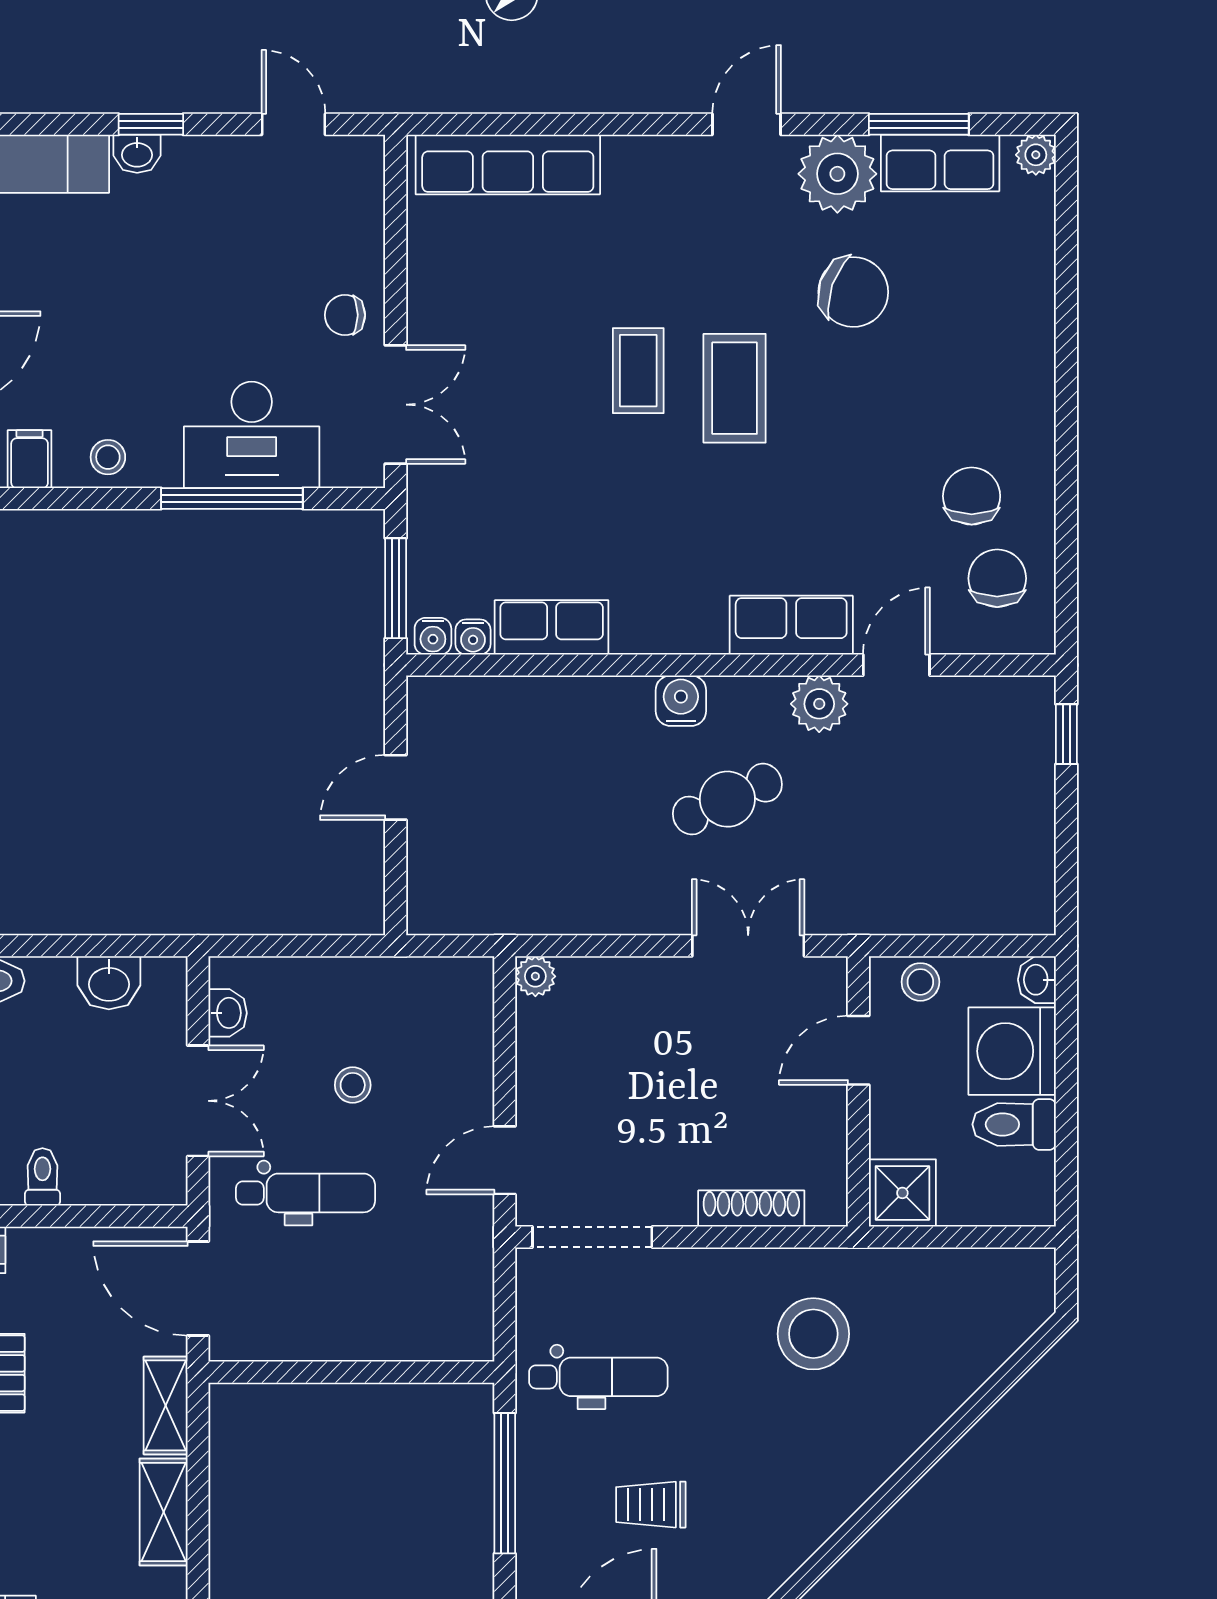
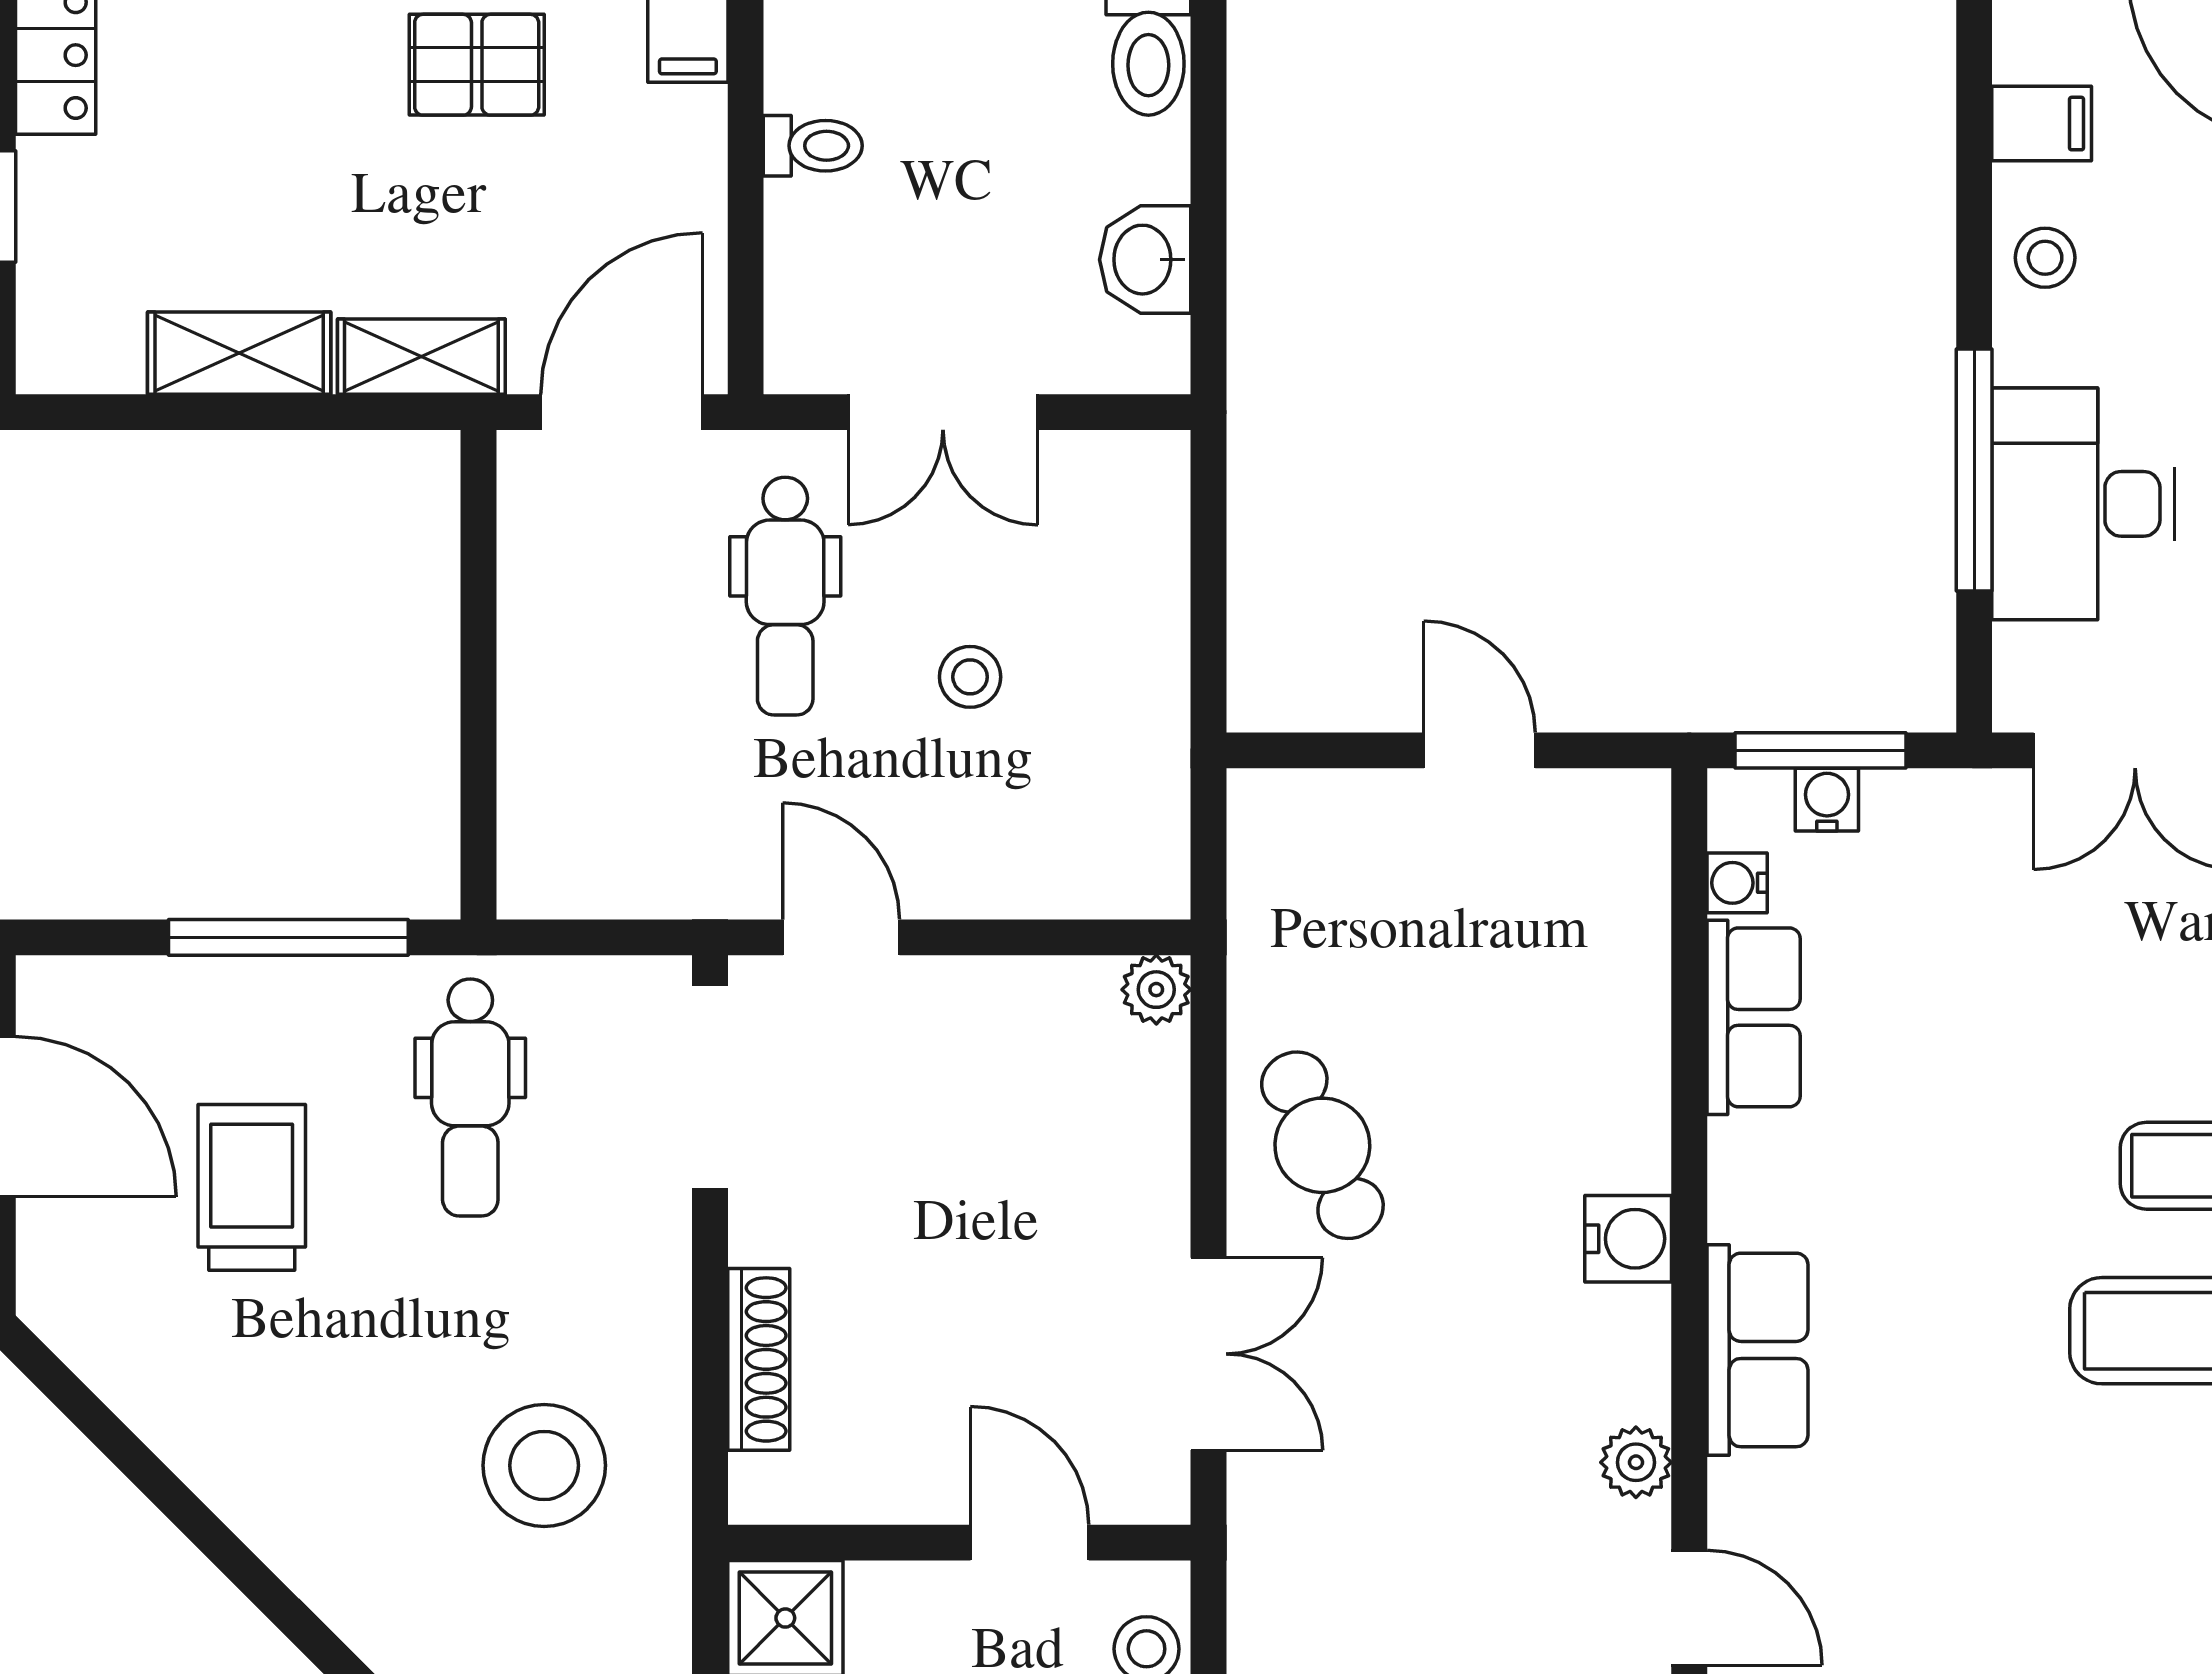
row of seats: (791, 625) -> (1757, 1350), moved
water cooler: (433, 636) -> (1827, 800), moved, turned 90
plant: (819, 704) -> (1636, 1462), width x0.73, depth x0.73
cafe table: (727, 799) -> (1322, 1145), moved
washbasin: (228, 1013) -> (1094, 463), removed
trolley: (651, 1505) -> (252, 1187), width x1.36, depth x1.39

